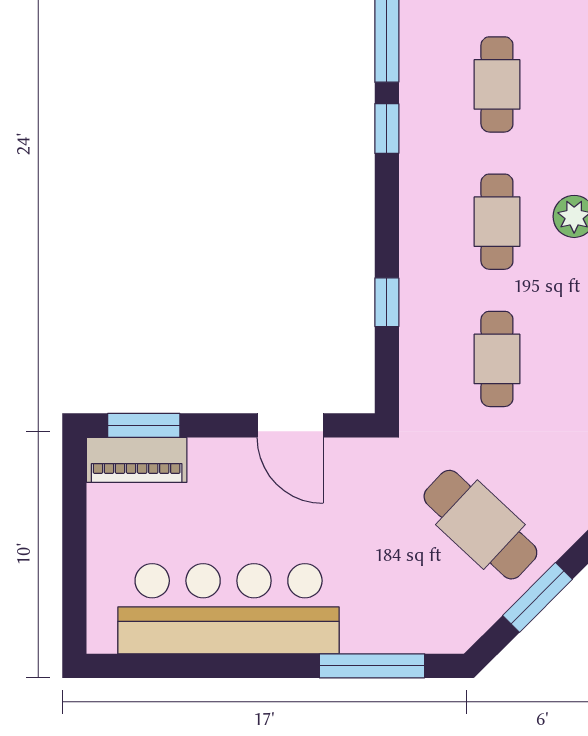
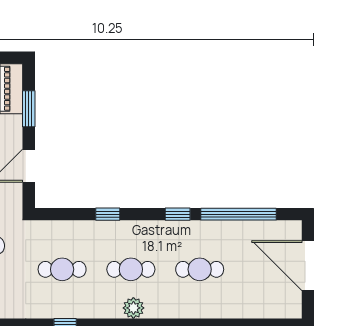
window: (387, 302) -> (108, 214), moved
window: (144, 425) -> (29, 109), moved

